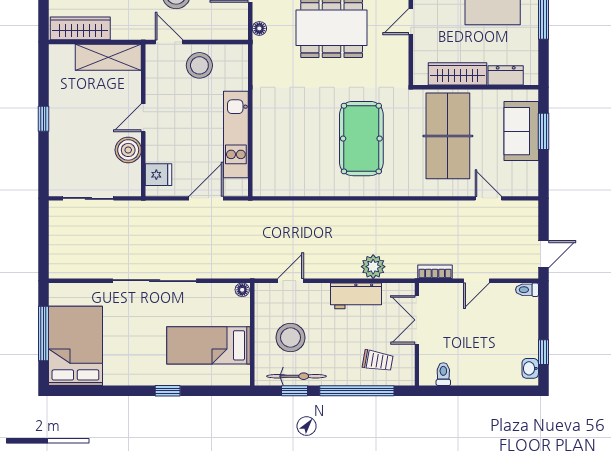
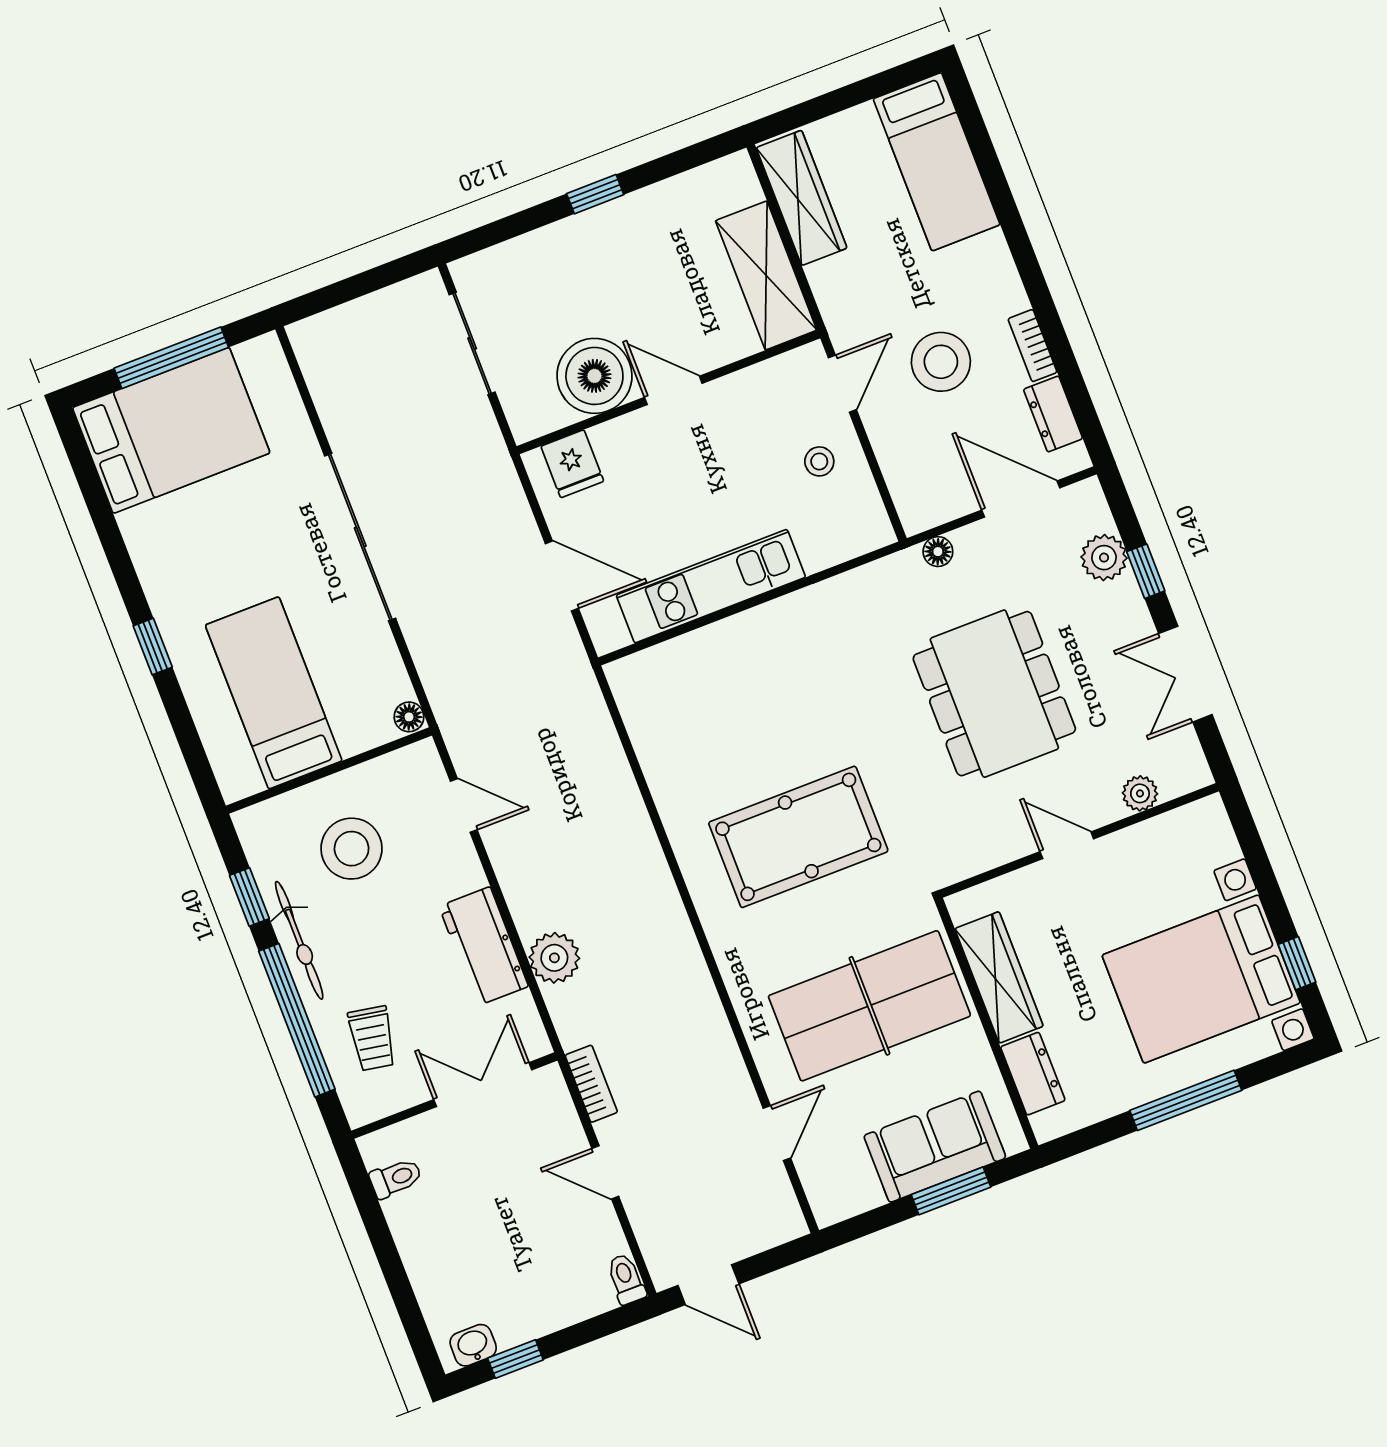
stool: (199, 65) -> (819, 461), width x0.53, depth x0.53
boiler: (128, 150) -> (594, 376), width x1.37, depth x1.37
bicycle: (296, 376) -> (299, 940), moved

